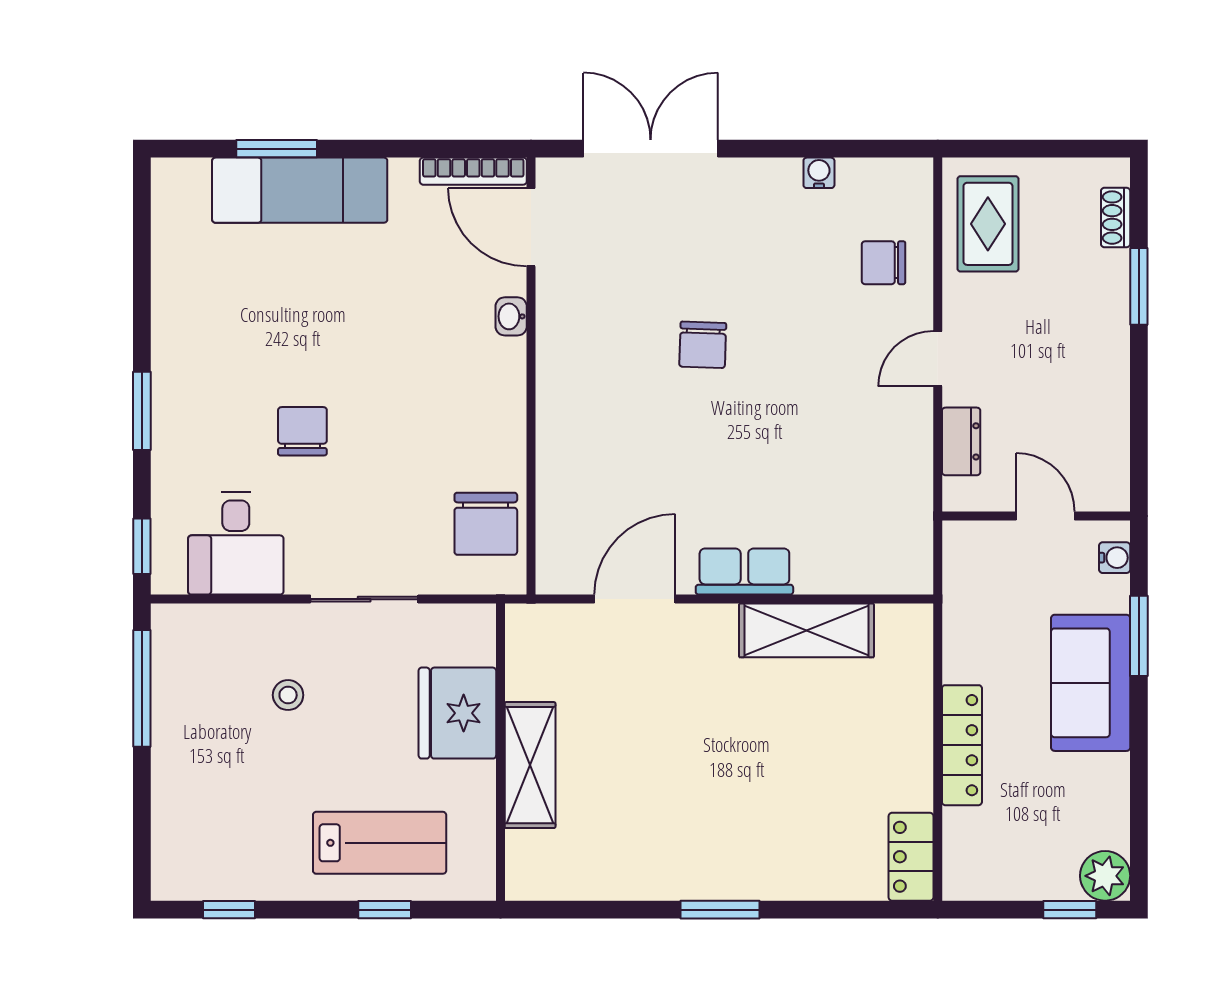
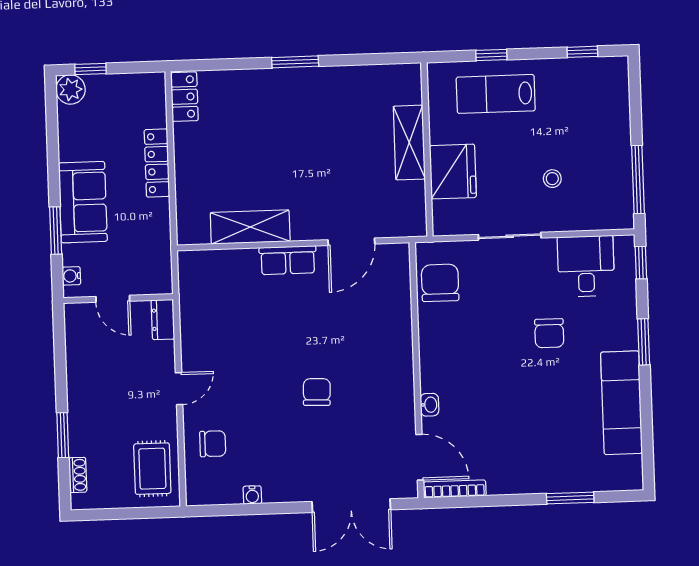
exam couch: (300, 190) -> (621, 403), moved, turned -90
dresser: (961, 441) -> (163, 319), moved

